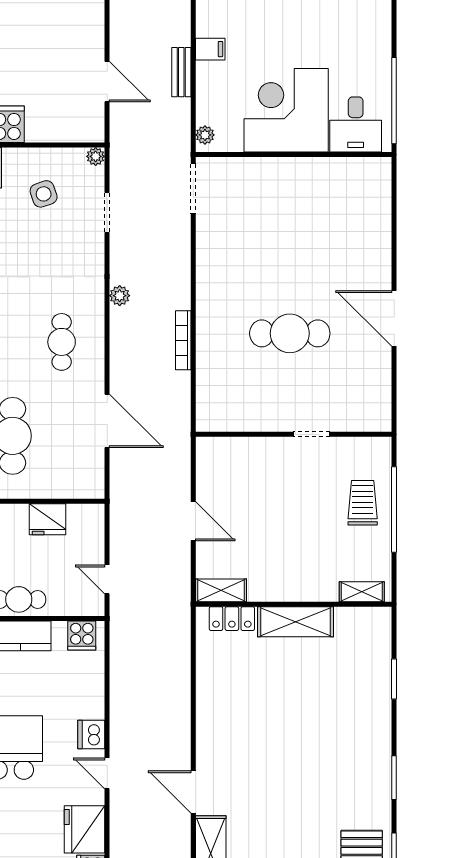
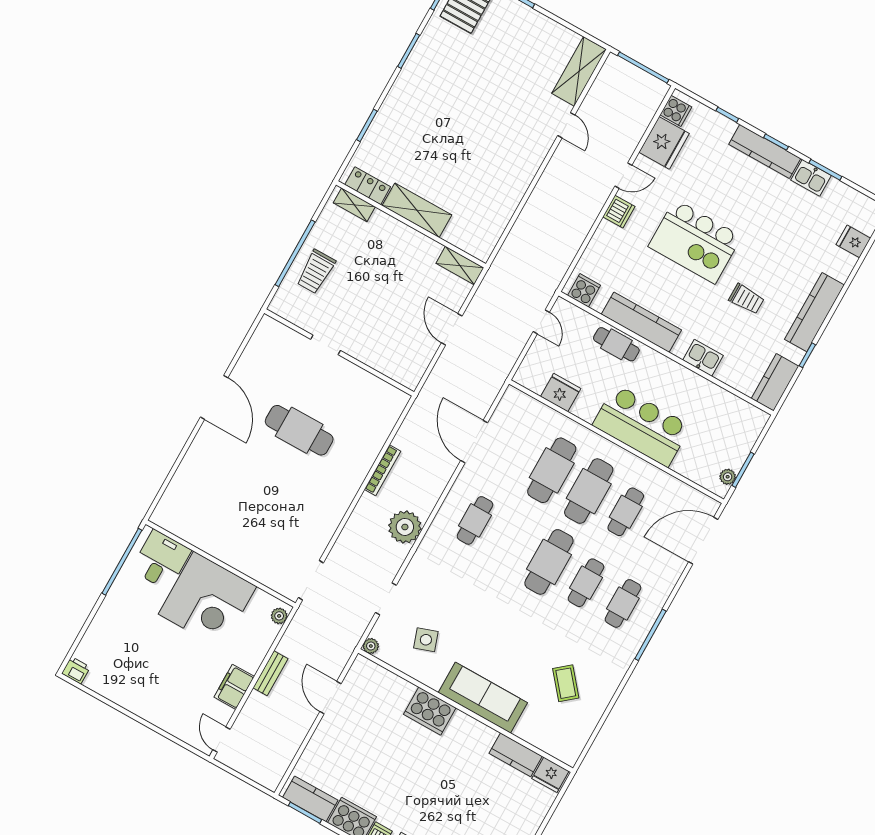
filing cabinet: (210, 49) -> (234, 687), width x2.00
plant: (120, 296) -> (405, 527), width x1.88, depth x1.88
locker: (232, 619) -> (368, 186), moved
door: (107, 773) -> (623, 176), hinge flipped
door: (193, 792) -> (566, 125), width x0.73

